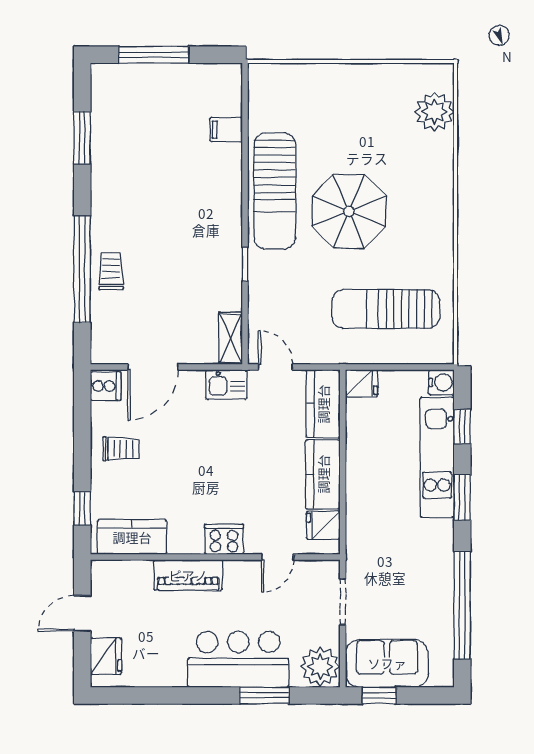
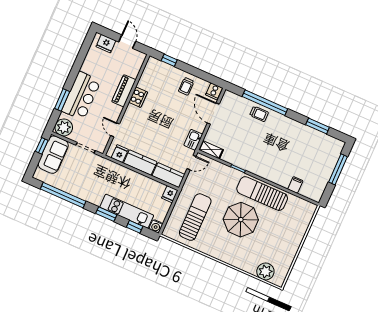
kitchen counter: (132, 537) -> (149, 75), removed
cooker: (224, 539) -> (138, 97), moved

